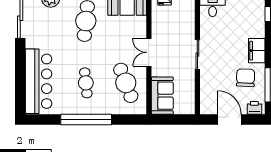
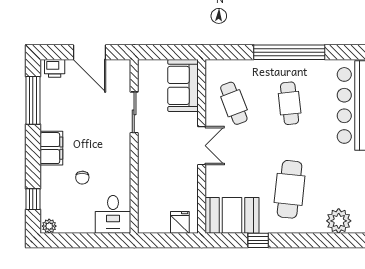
sliding door: (197, 55) -> (134, 112), moved
chair: (246, 78) -> (82, 178), moved, width x0.54, depth x0.54
cafe table: (126, 83) -> (234, 103), width x0.73, depth x0.74

